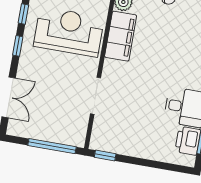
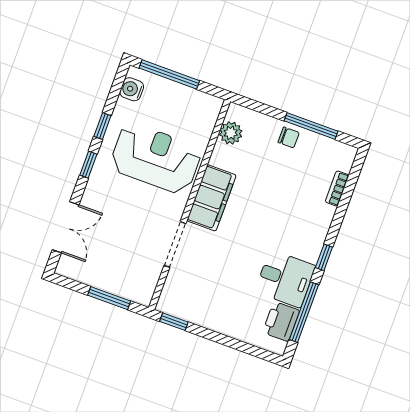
filing cabinet: (121, 36) -> (211, 198), moved
window: (52, 146) -> (109, 298), width x0.69

